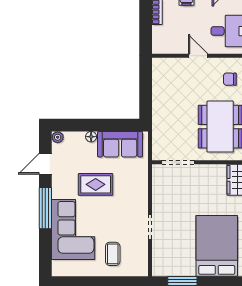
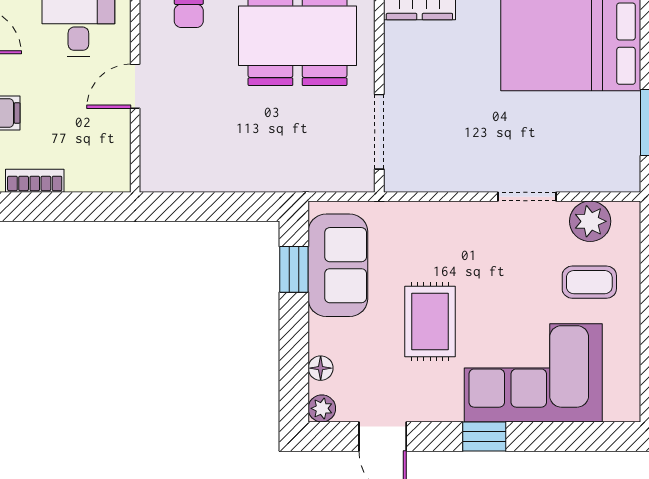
window: (118, 125) -> (294, 269), added
floor lamp: (91, 137) -> (321, 368), moved
window: (45, 208) -> (484, 436), width x0.46
plant: (139, 254) -> (590, 221), added

